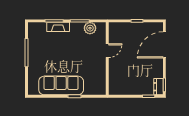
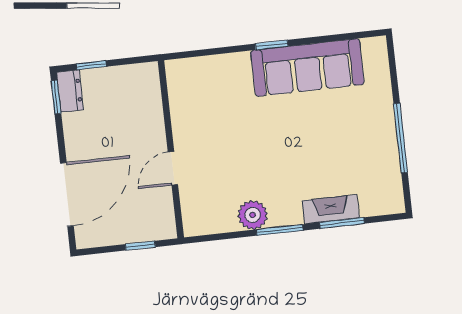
door: (107, 51) -> (173, 168), moved
wall: (107, 59) -> (171, 149), moved

